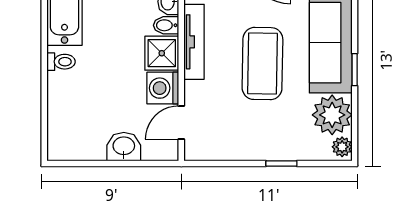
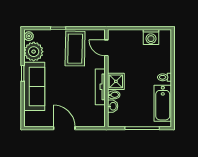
coffee table: (262, 64) -> (75, 49), moved
washing machine: (163, 88) -> (151, 37), moved, turned 90
door: (181, 122) -> (106, 48), swing flipped
washbasin: (124, 147) -> (134, 36), removed

